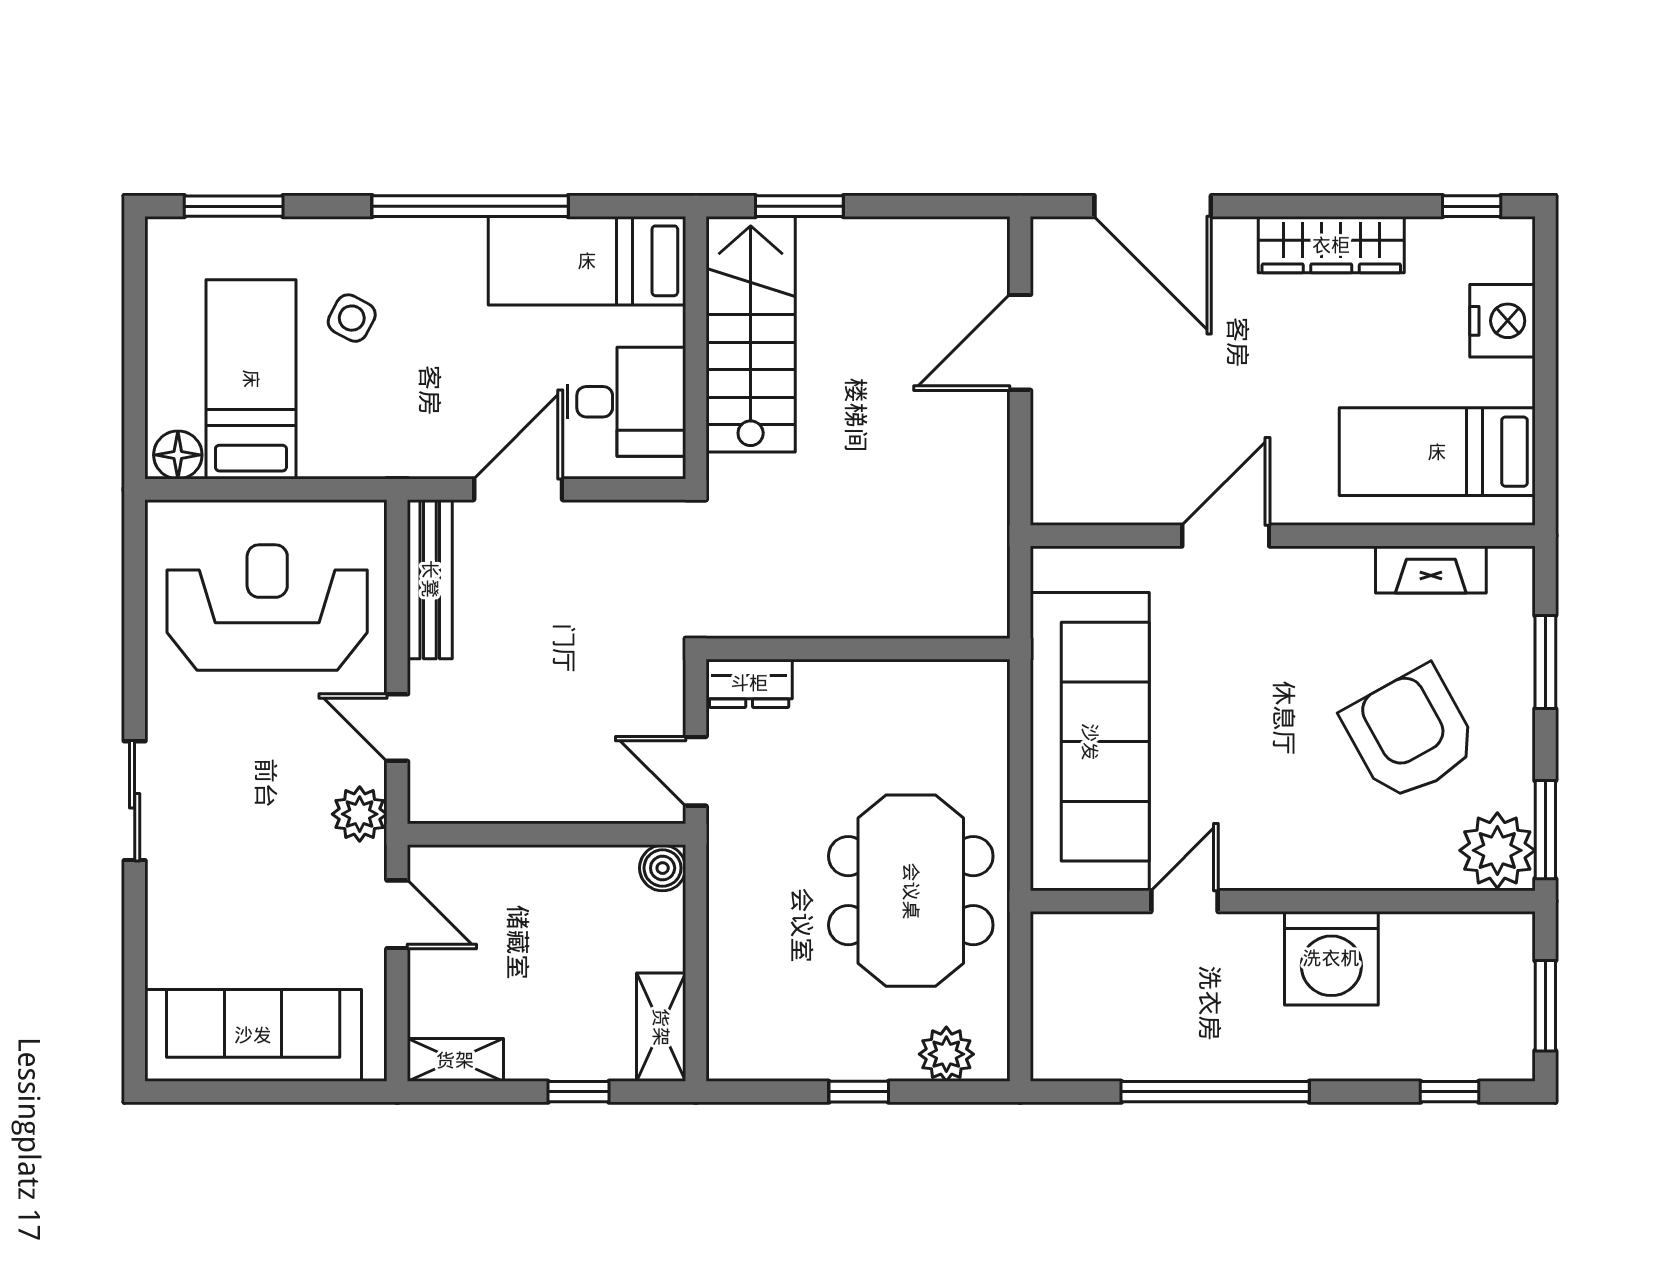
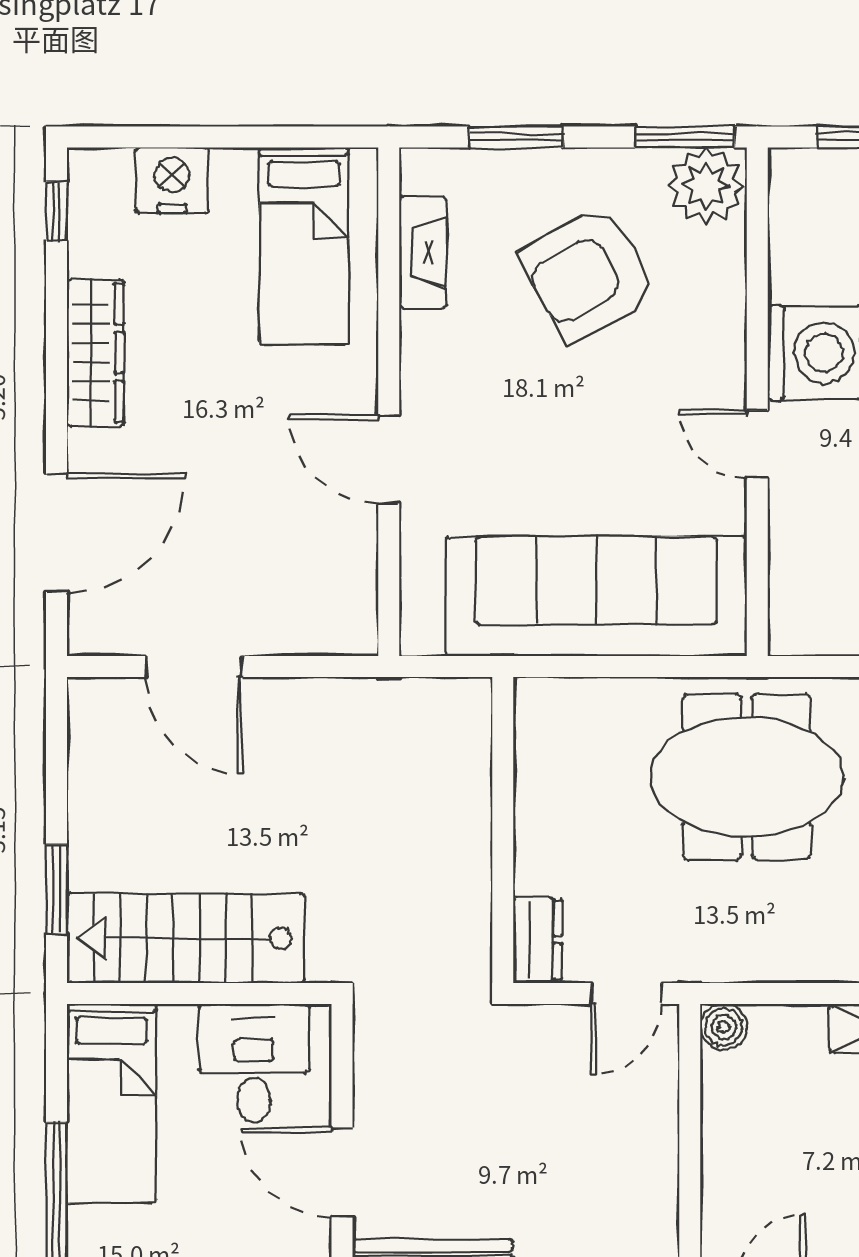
door: (1185, 901) -> (757, 444), moved

